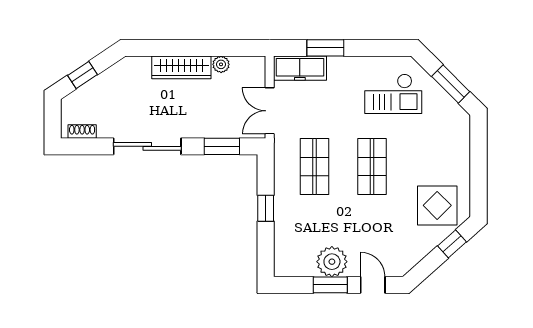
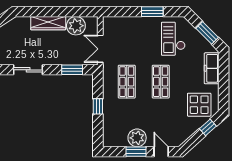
window: (325, 48) -> (152, 12), moved
plant: (221, 64) -> (76, 26), width x1.88, depth x1.88
freezer: (300, 68) -> (212, 68), moved, turned 90
checkout: (393, 94) -> (173, 39), turned 90
sliding door: (147, 146) -> (28, 70), width x0.73

